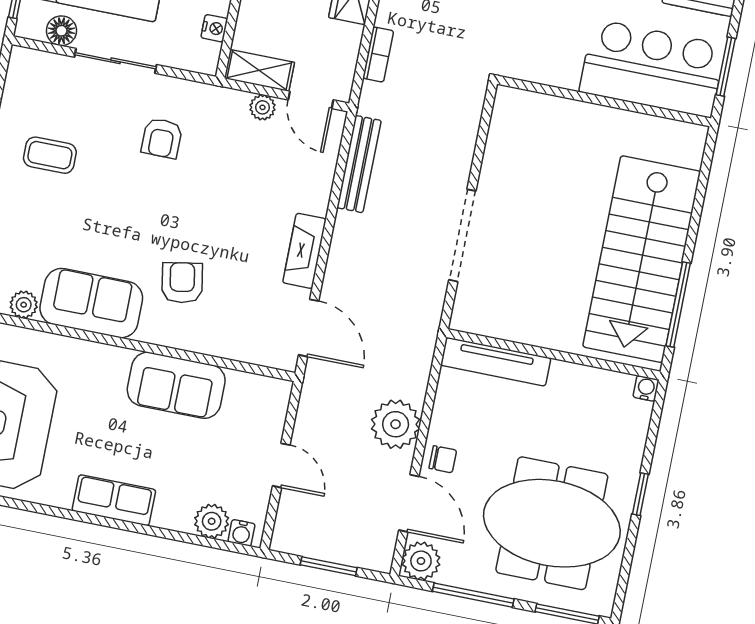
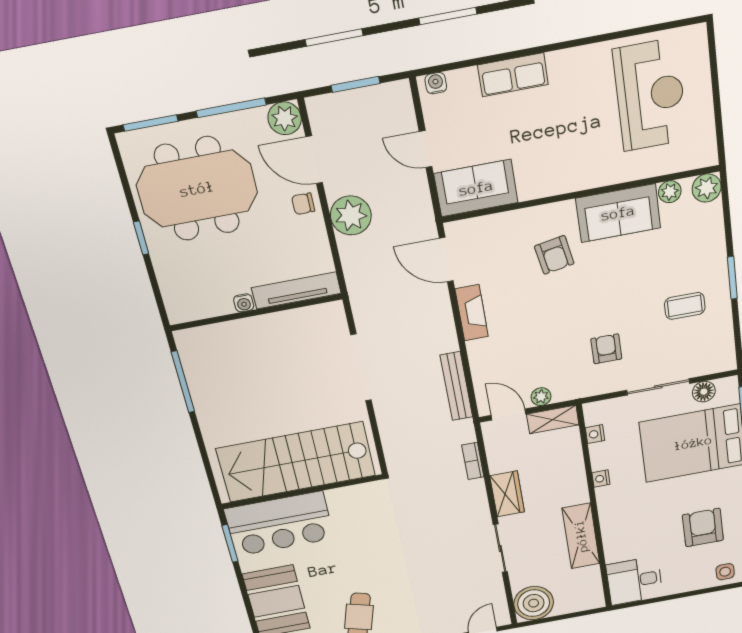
stairs: (642, 259) -> (296, 462), moved, turned -90
sofa: (176, 385) -> (476, 188), moved
water cooler: (646, 388) -> (244, 303), moved
row of seats: (114, 500) -> (513, 75), moved
plant: (212, 521) -> (463, 83), removed

